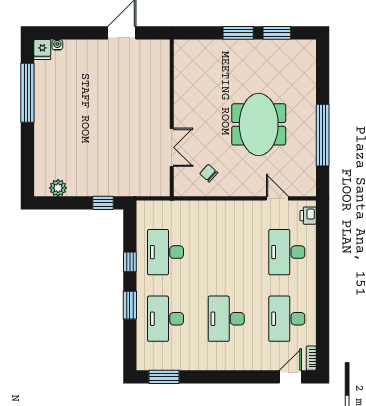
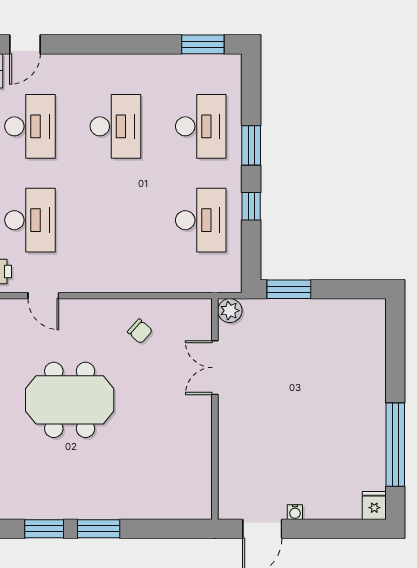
water cooler: (57, 45) -> (295, 512), moved
wall: (172, 118) -> (215, 409), moved
meeting table: (259, 124) -> (70, 400), turned 90
double door: (172, 147) -> (215, 368), moved
plant: (58, 188) -> (230, 311), moved
window: (103, 203) -> (289, 289), width x1.50

